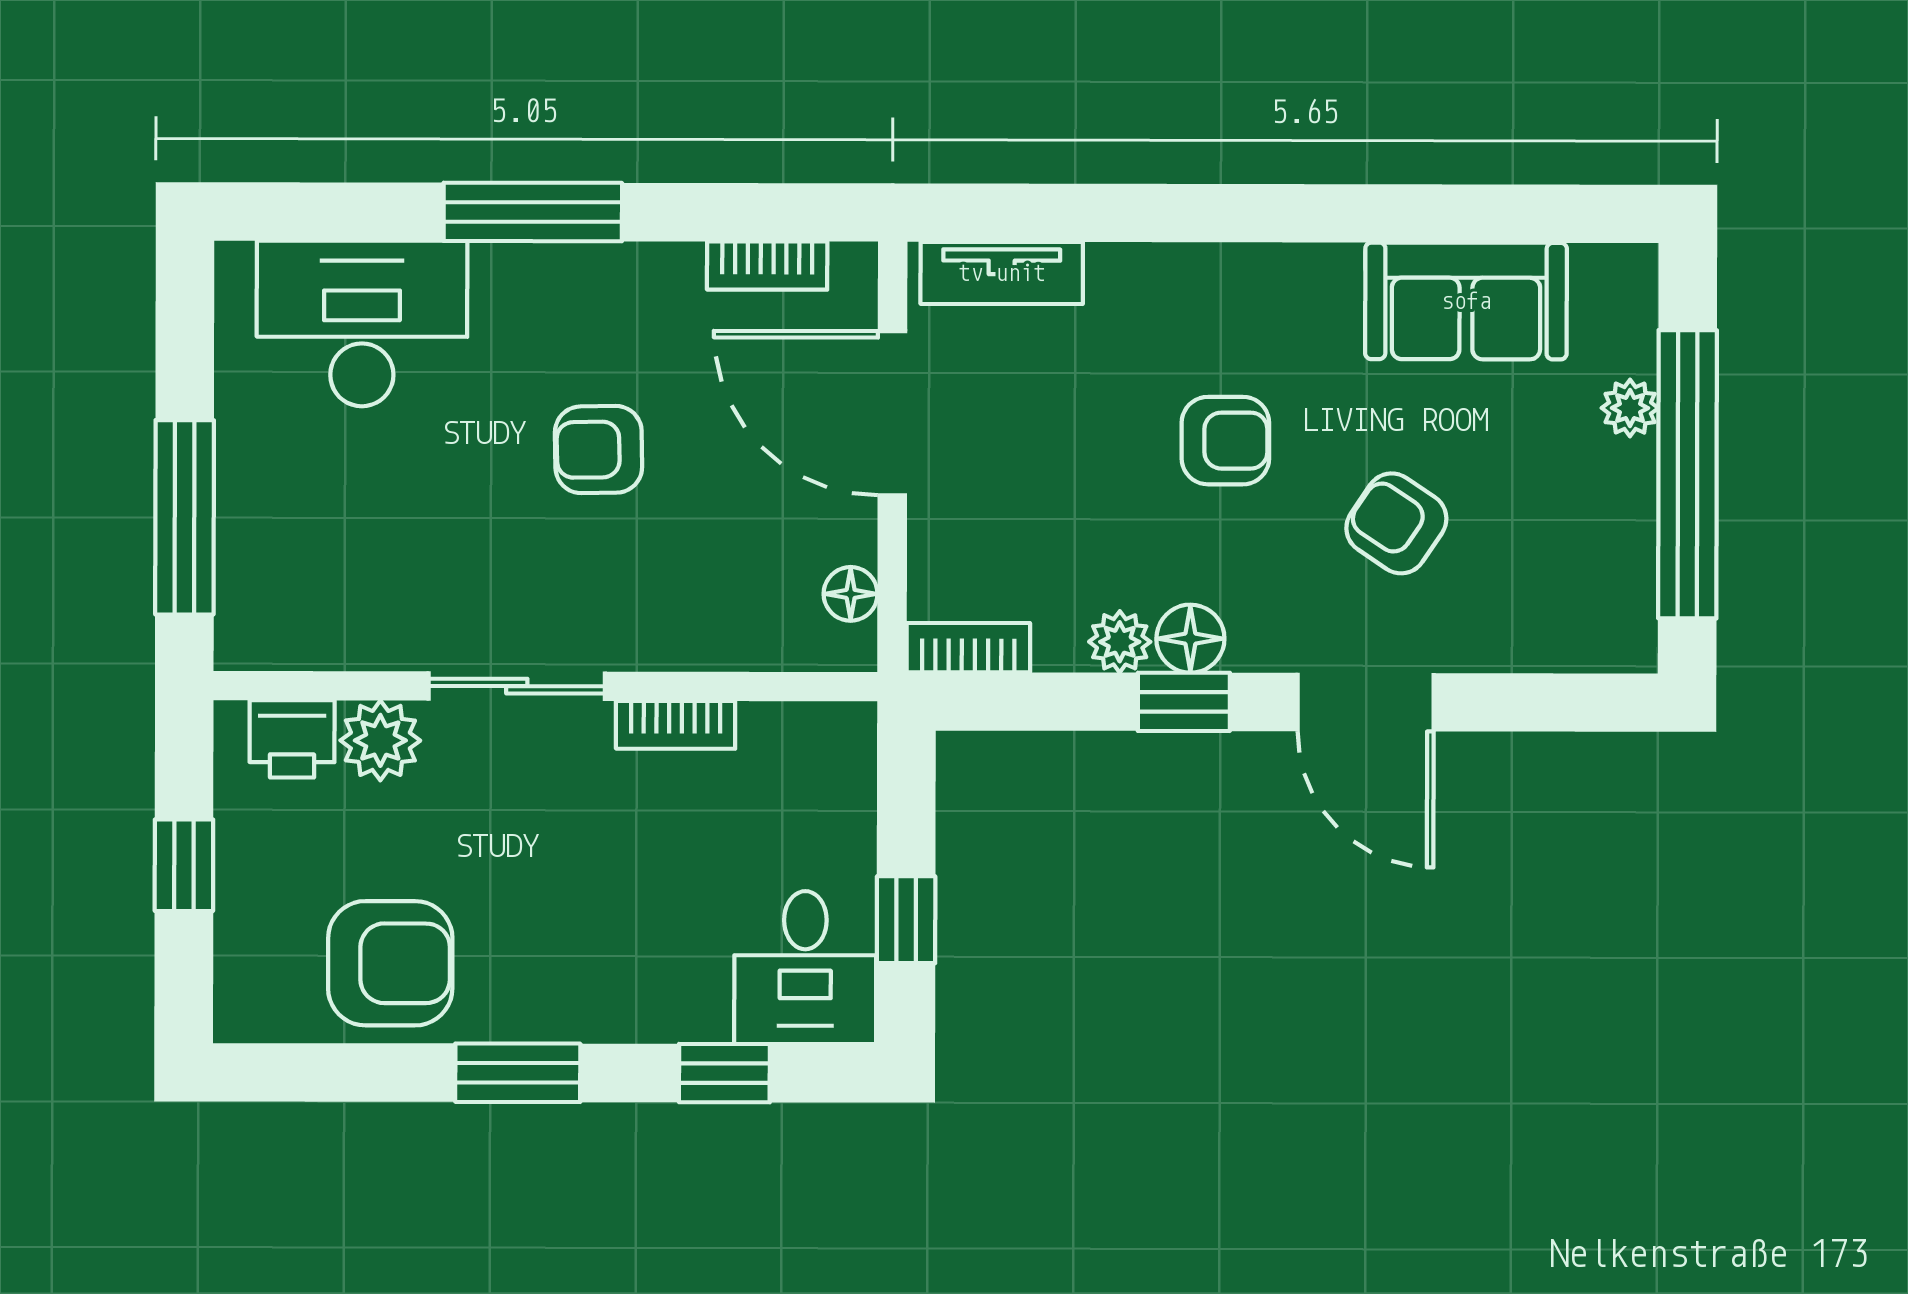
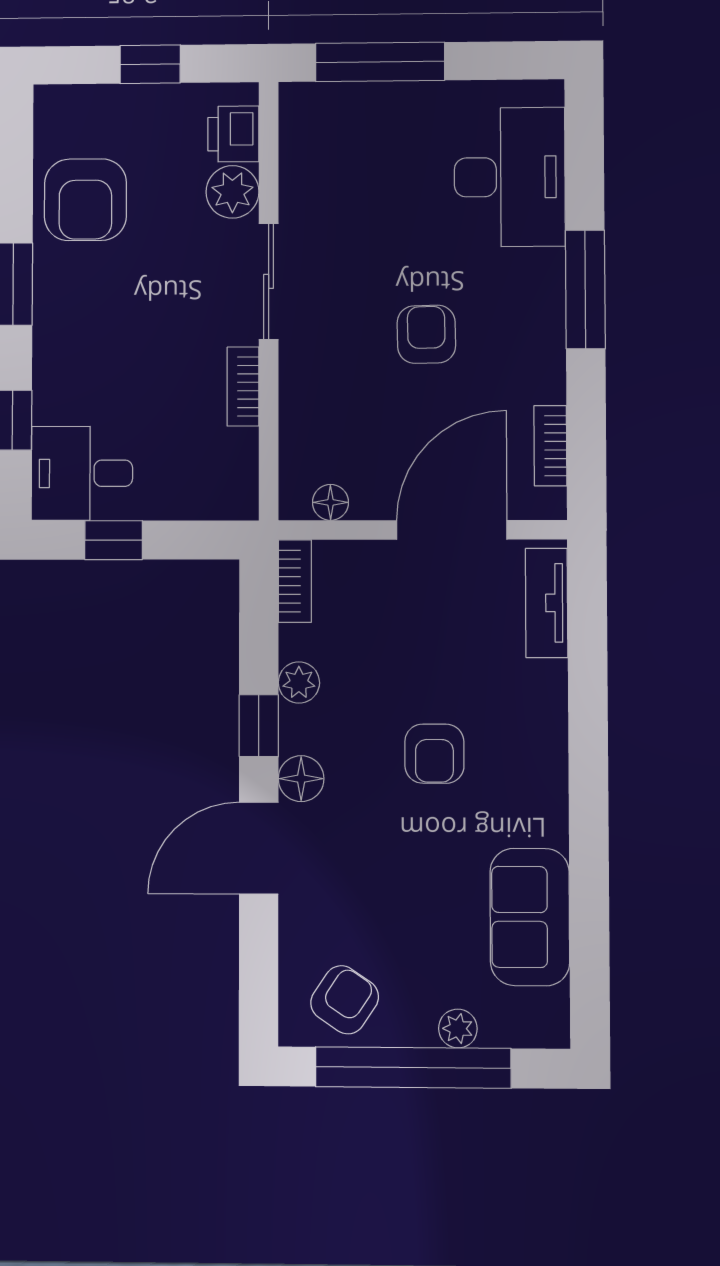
armchair: (1396, 523) -> (345, 1000), moved
floor lamp: (1190, 639) -> (301, 779), moved

